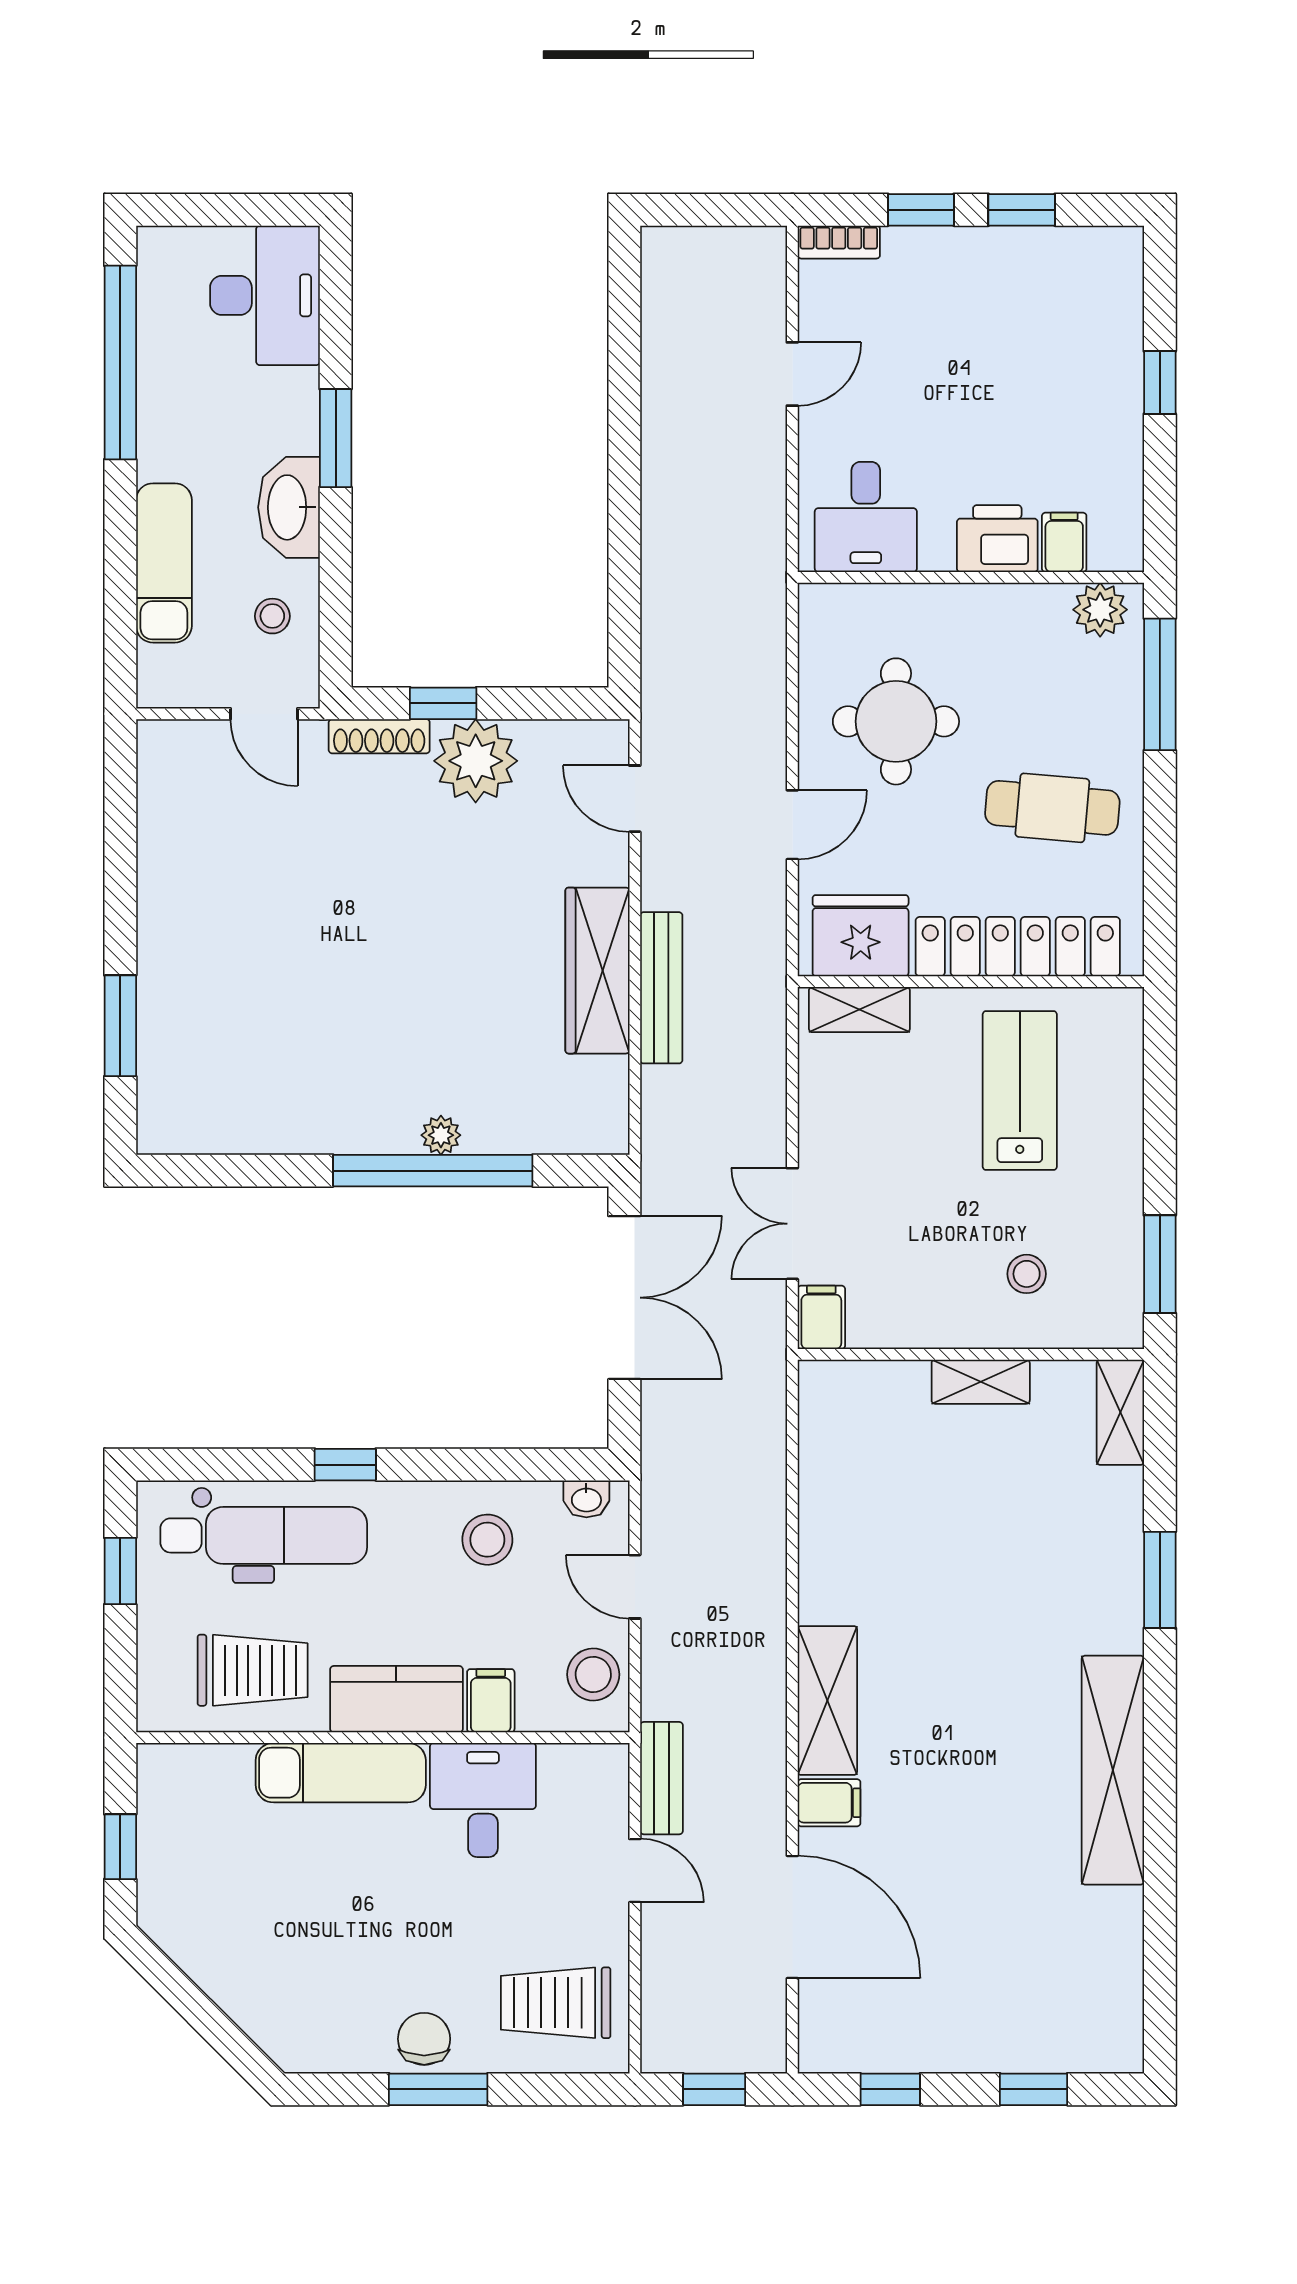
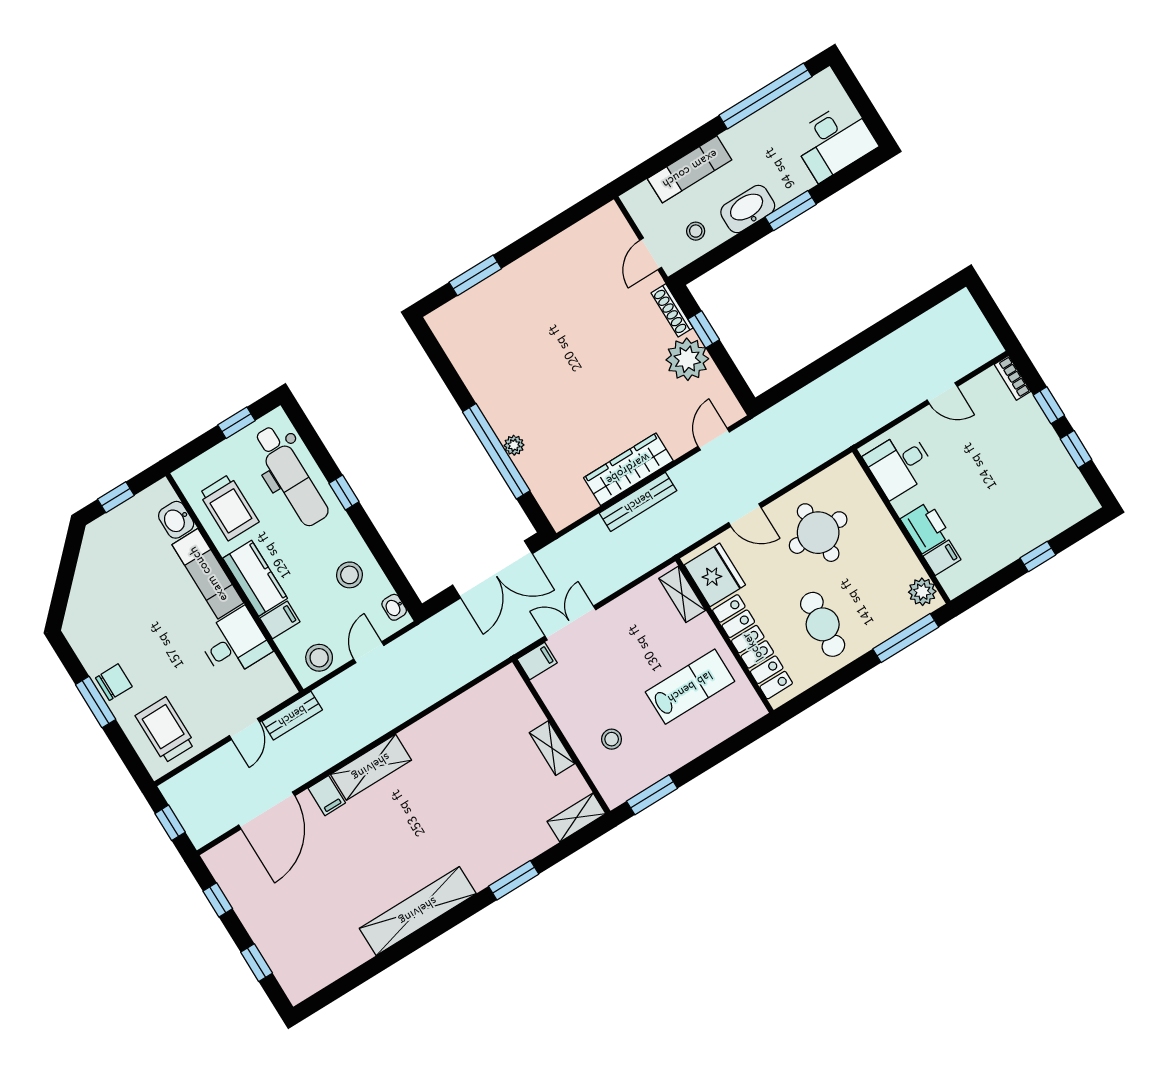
washbasin: (219, 1770) -> (176, 520), added

